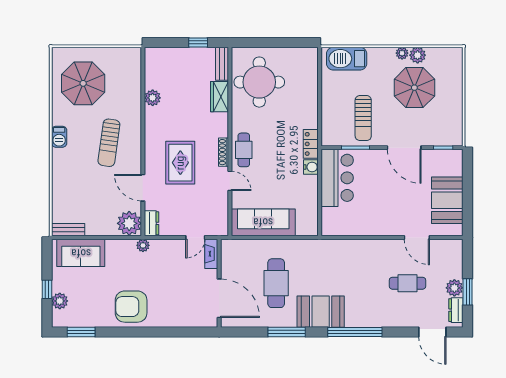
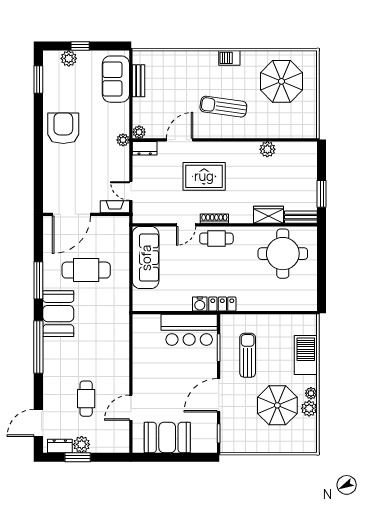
window: (198, 42) -> (322, 194), width x1.50
barbecue: (347, 59) -> (306, 355), moved
sun lounger: (363, 118) -> (248, 355), turned 90
plant: (129, 223) -> (139, 132), width x0.53, depth x0.53
bench: (68, 230) -> (138, 81), moved

